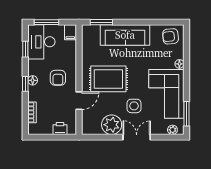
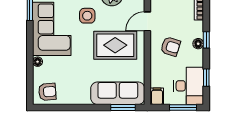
sofa: (125, 35) -> (118, 93), moved
armchair: (58, 78) -> (171, 47), turned 107

